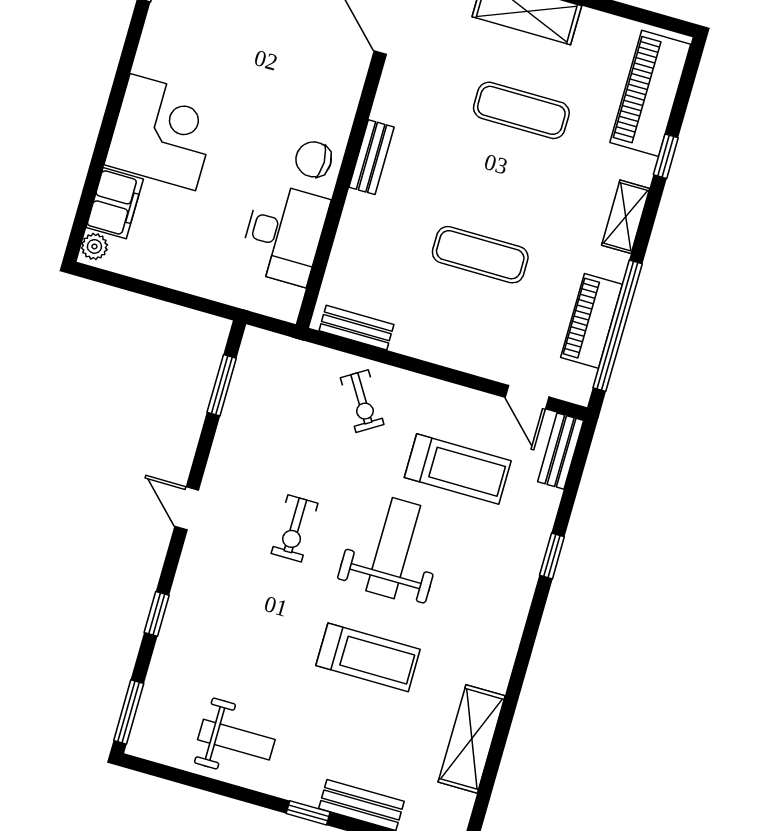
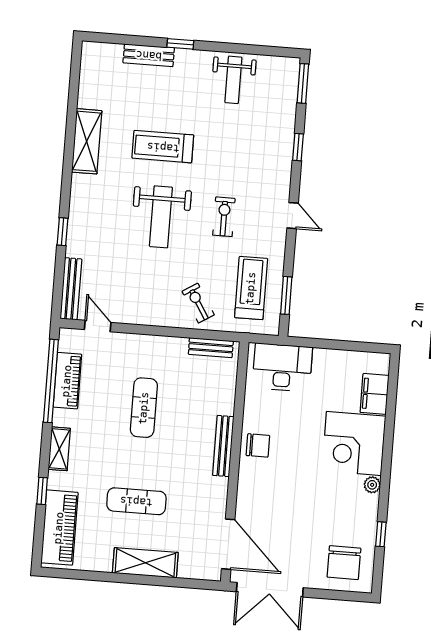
bench: (372, 157) -> (223, 446), width x1.36
desk: (284, 234) -> (282, 367), moved, turned 90
plant: (94, 246) -> (372, 485), moved
exercise mat: (480, 255) -> (144, 408), turned 90
bench: (561, 451) -> (71, 289), width x1.36
treadmill: (458, 469) -> (251, 288), moved, turned 90
shelving: (472, 739) -> (87, 141), moved
weight bench: (236, 740) -> (233, 80), turned -90

